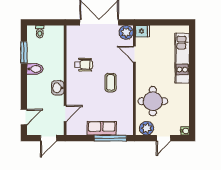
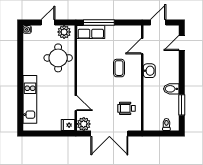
wheelchair: (84, 65) -> (127, 108), moved
coffee table: (111, 83) -> (119, 68), moved
row of seats: (102, 128) -> (91, 32), moved

